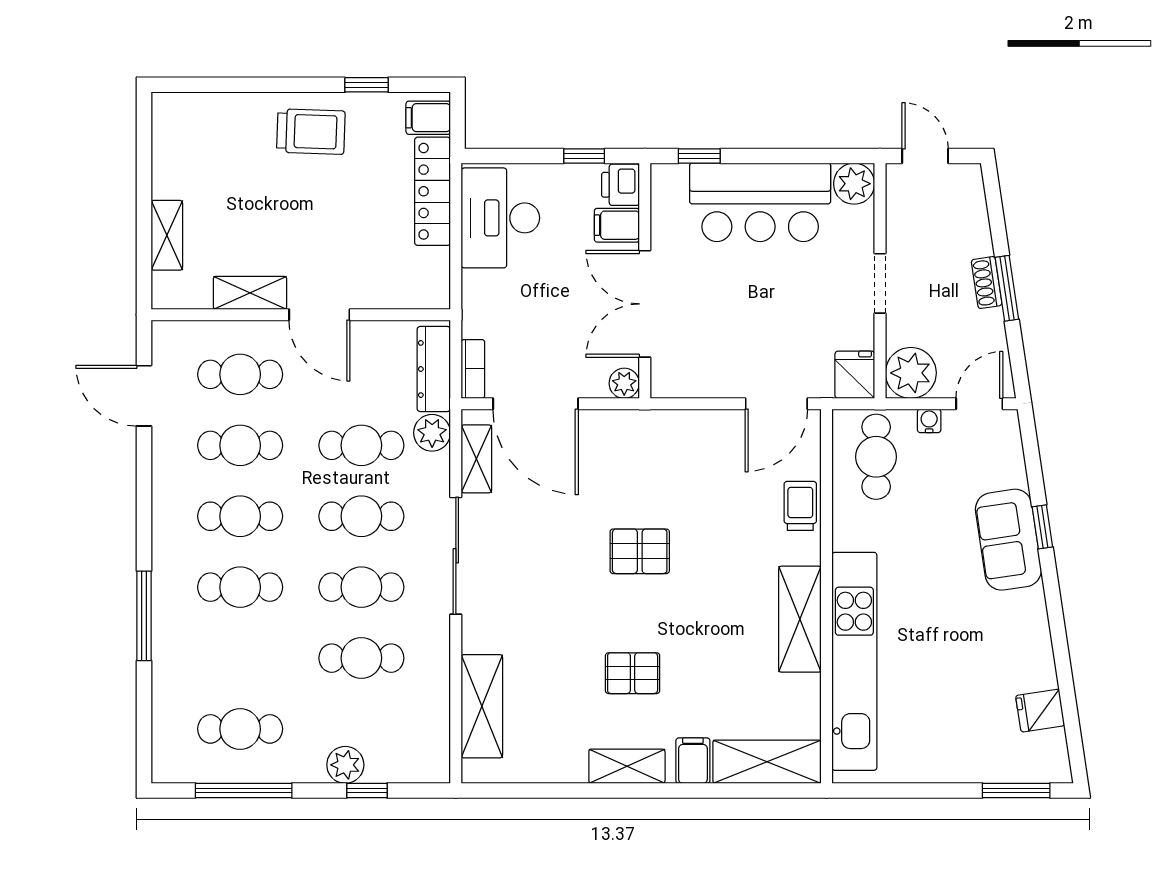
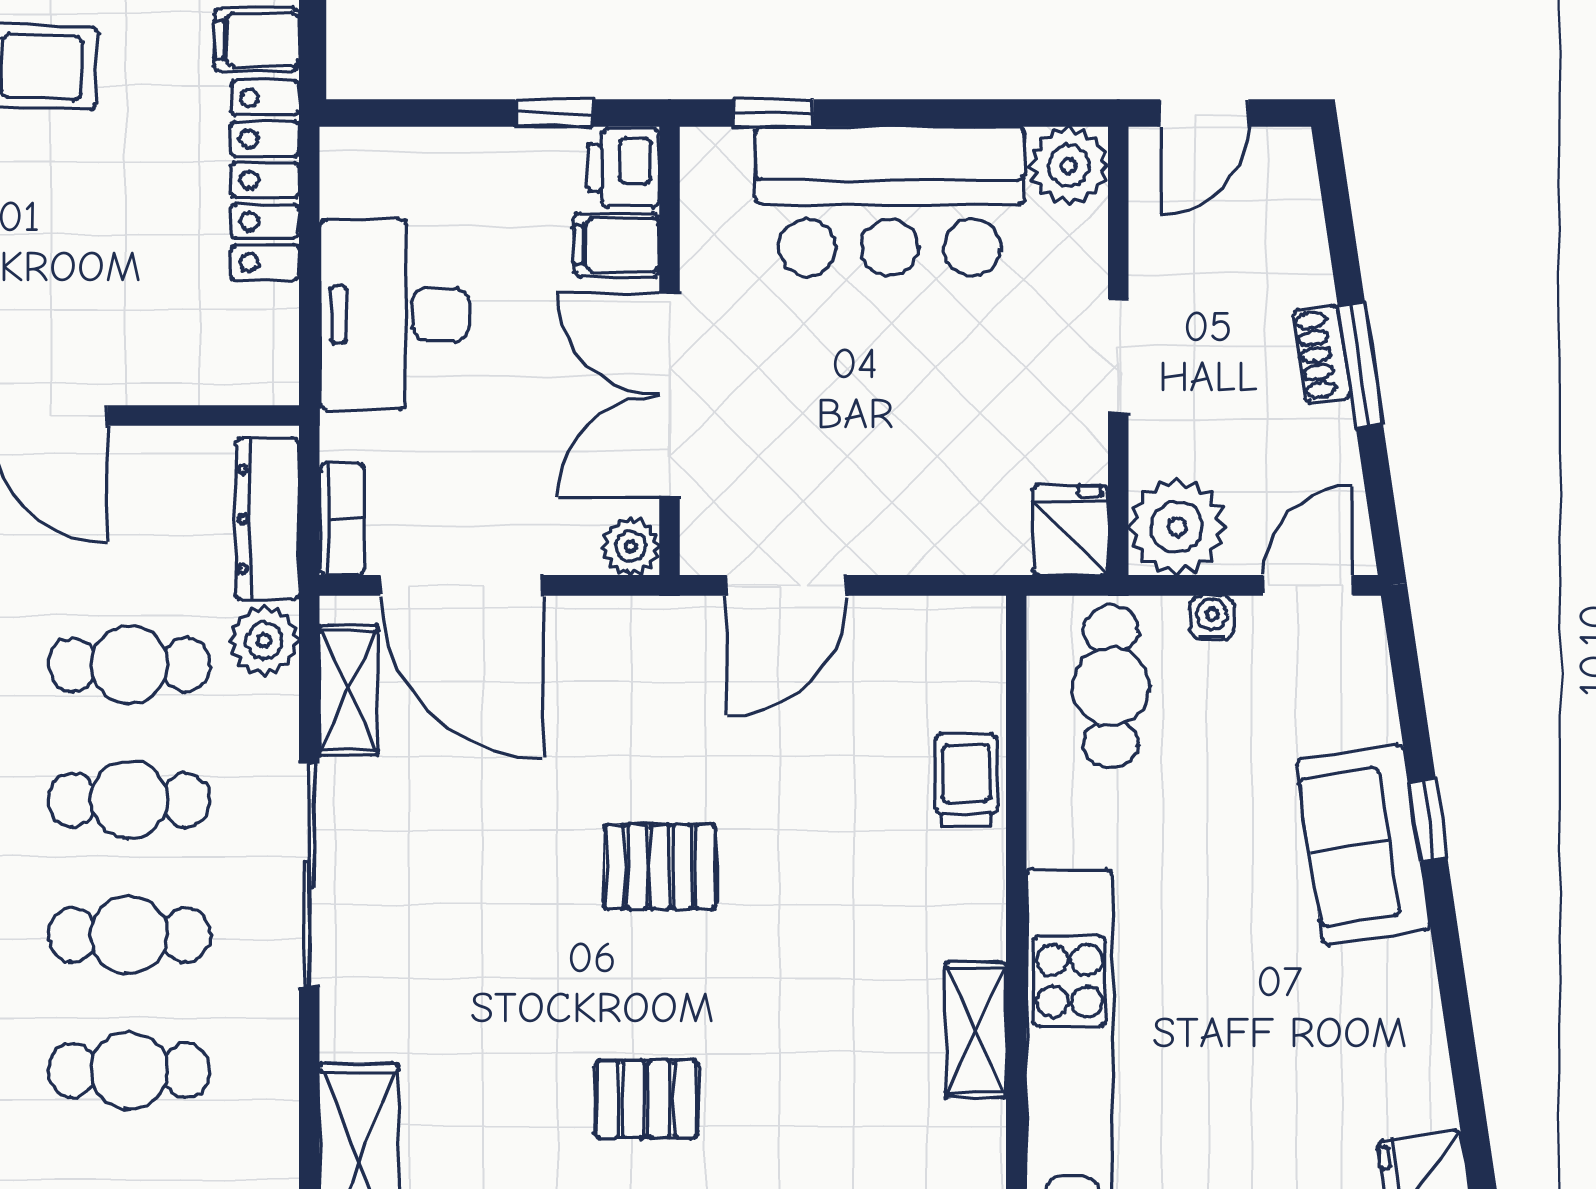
door: (925, 156) -> (1204, 113), swing flipped
desk: (500, 218) -> (394, 314), moved
door: (776, 404) -> (786, 585), moved
shelving: (800, 619) -> (976, 1030), width x0.67, depth x0.75

